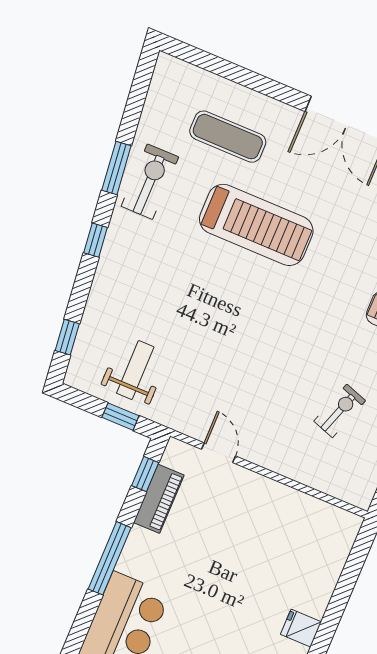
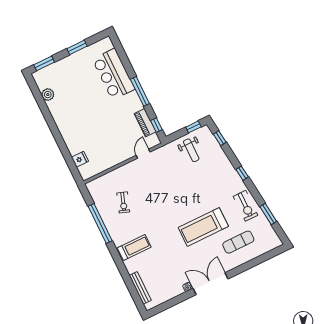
window: (116, 168) -> (268, 214), moved
window: (120, 417) -> (193, 127), moved
door: (219, 453) -> (143, 154), swing flipped
fridge: (301, 628) -> (80, 159), moved

